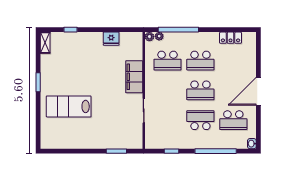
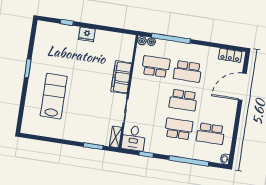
locker: (230, 38) -> (230, 55), moved
fridge: (111, 39) -> (87, 34), moved
shelving: (45, 43) -> (116, 137), moved
school desk: (167, 61) -> (156, 66), turned 180
door: (258, 91) -> (242, 87), moved
lab bench: (69, 106) -> (54, 96), turned 90
desk: (156, 137) -> (134, 138), added

